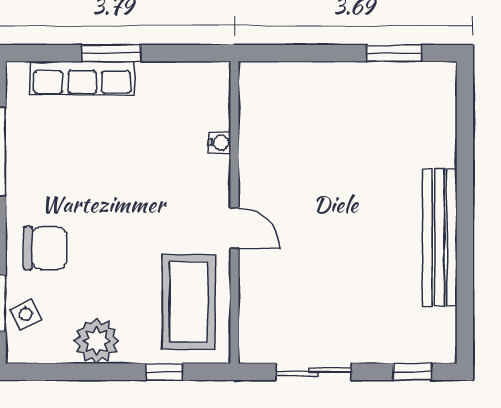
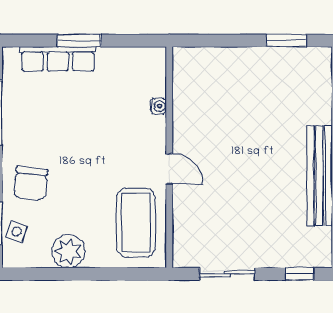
chair: (45, 248) -> (31, 183), turned 96
side table: (26, 314) -> (17, 232), turned 45
window: (164, 372) -> (118, 274), removed

